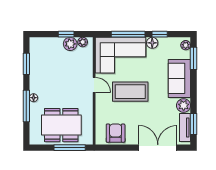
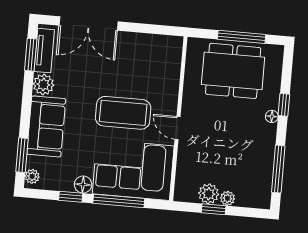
plant: (83, 42) -> (227, 198), moved
window: (26, 64) -> (278, 169), width x1.44
window: (26, 106) -> (284, 105), width x0.46
armchair: (116, 133) -> (151, 51), removed
window: (70, 148) -> (241, 37), moved

